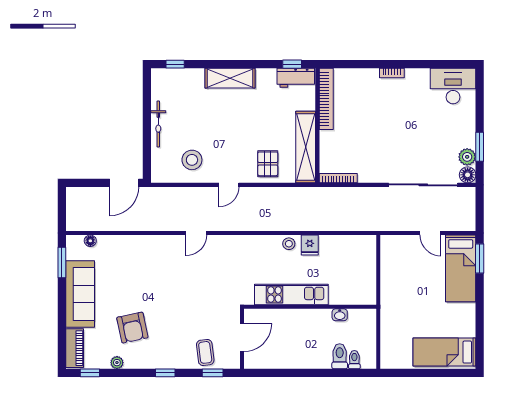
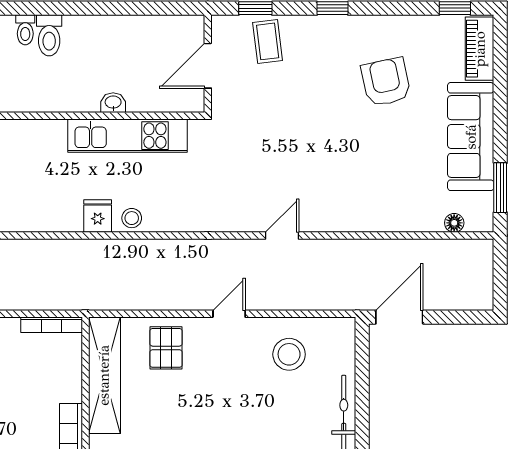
washbasin: (340, 315) -> (113, 103), moved
plant: (117, 363) -> (411, 25), removed

